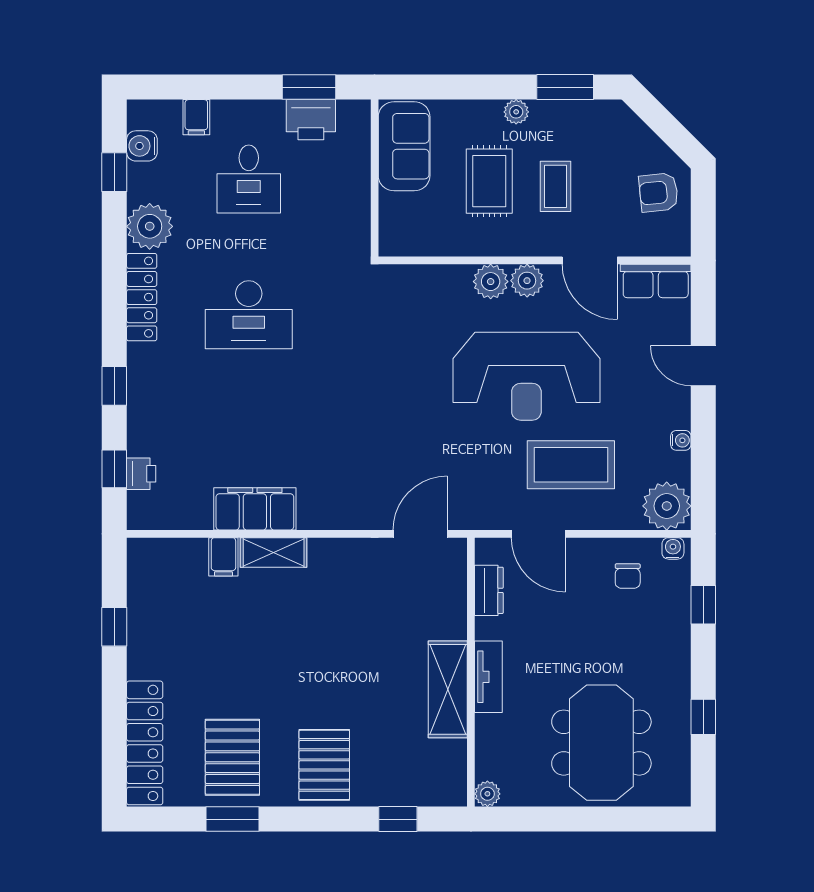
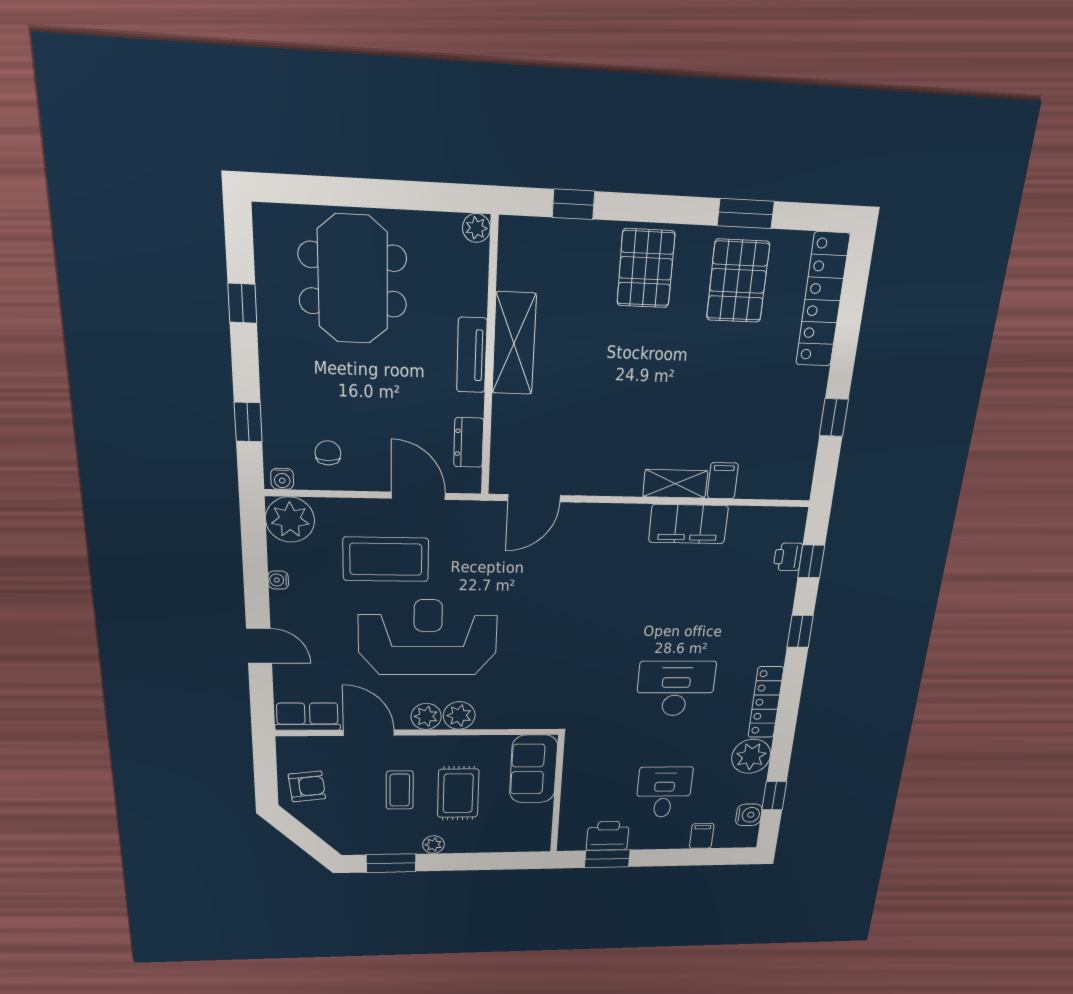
sofa: (404, 146) -> (534, 769), moved

